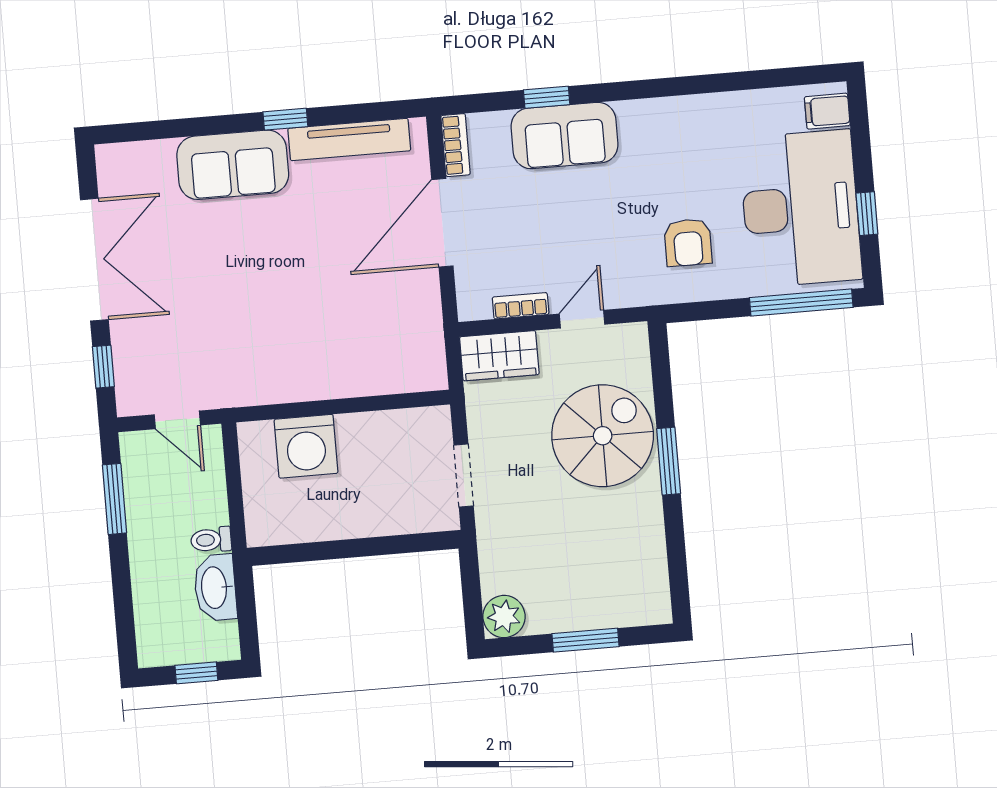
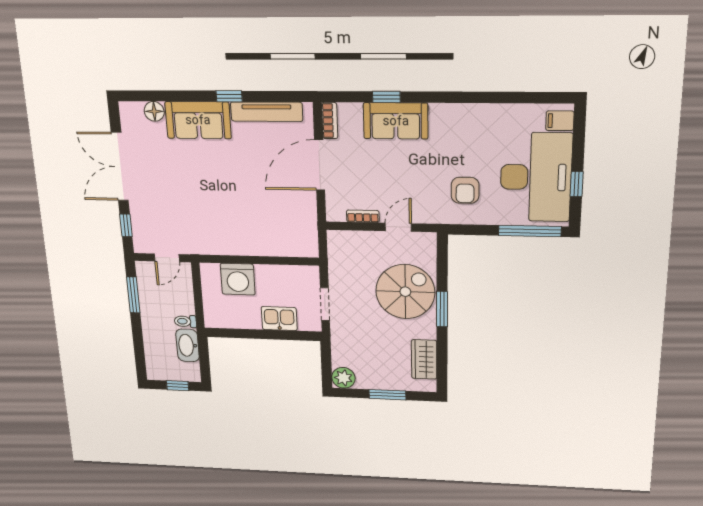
floor lamp: (157, 156) -> (154, 111), added
double door: (94, 260) -> (120, 167), swing flipped
wardrobe: (499, 356) -> (424, 359), moved, turned 90
door: (177, 420) -> (167, 258), hinge flipped
kitchen sink: (383, 514) -> (279, 319), added

